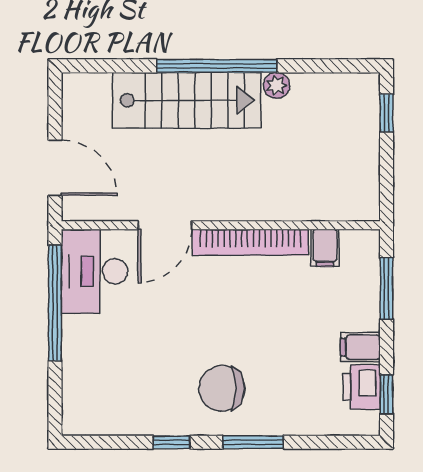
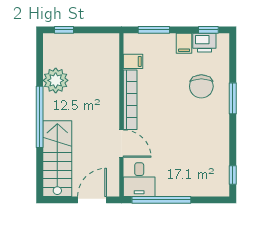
plant: (276, 85) -> (56, 80), width x1.87, depth x1.87
stairs: (187, 100) -> (57, 159), moved
desk: (95, 271) -> (139, 180), width x0.73
chair: (222, 388) -> (201, 86), moved
window: (172, 442) -> (233, 175), moved

